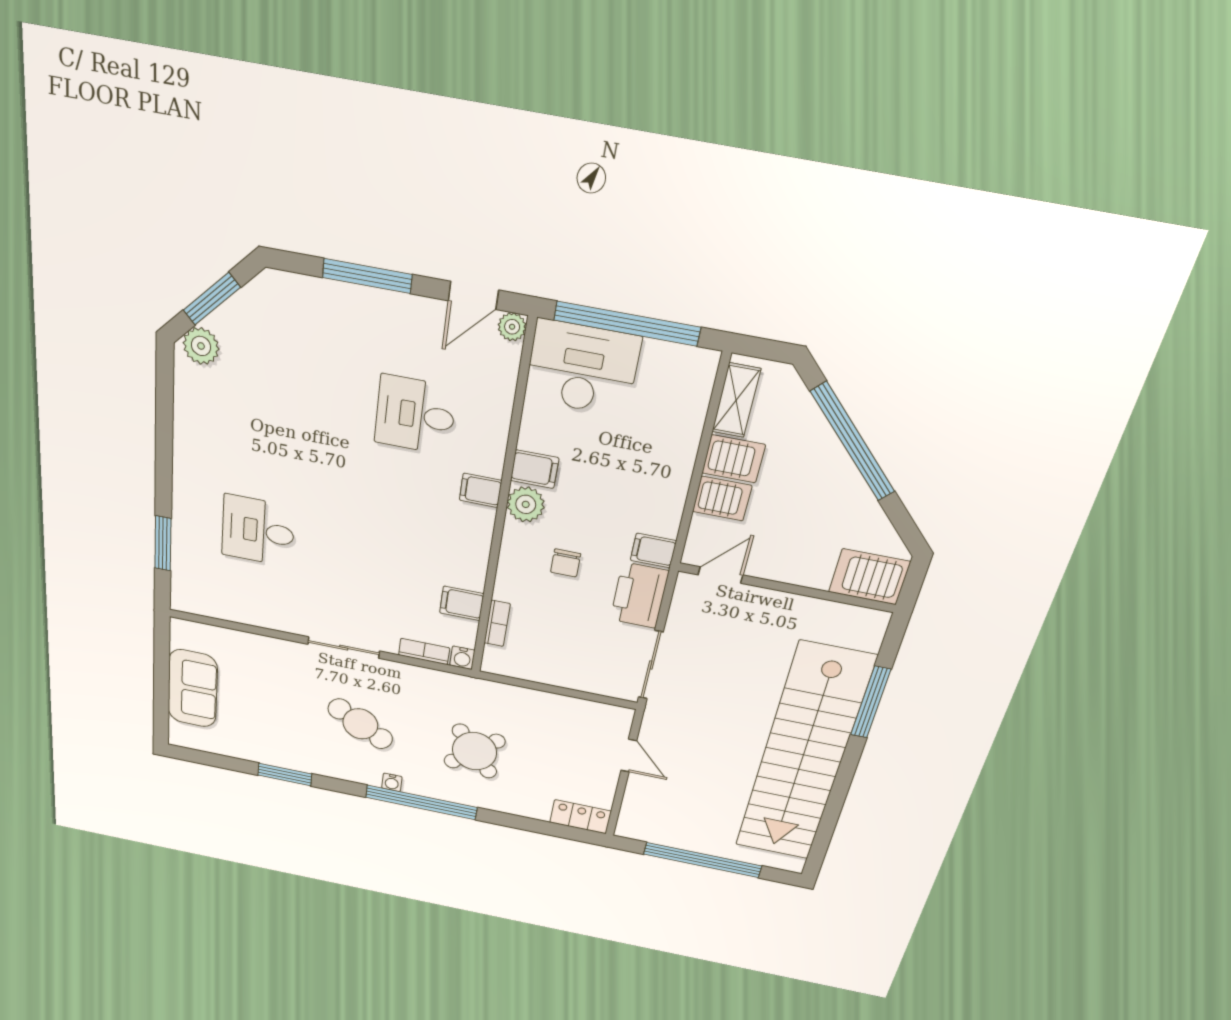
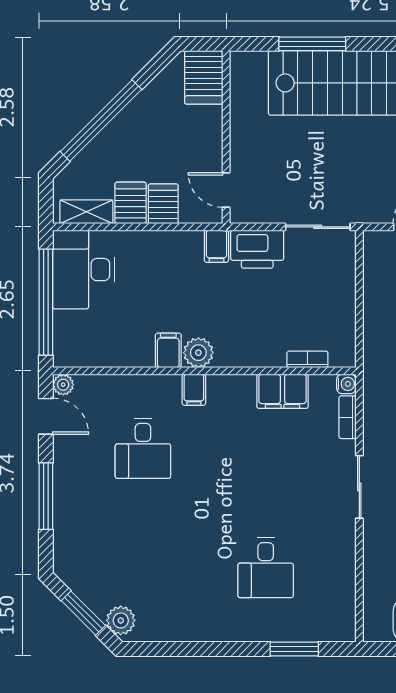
desk: (582, 368) -> (84, 270), moved
chair: (566, 563) -> (241, 313), removed
filing cabinet: (462, 603) -> (283, 391), width x2.00

